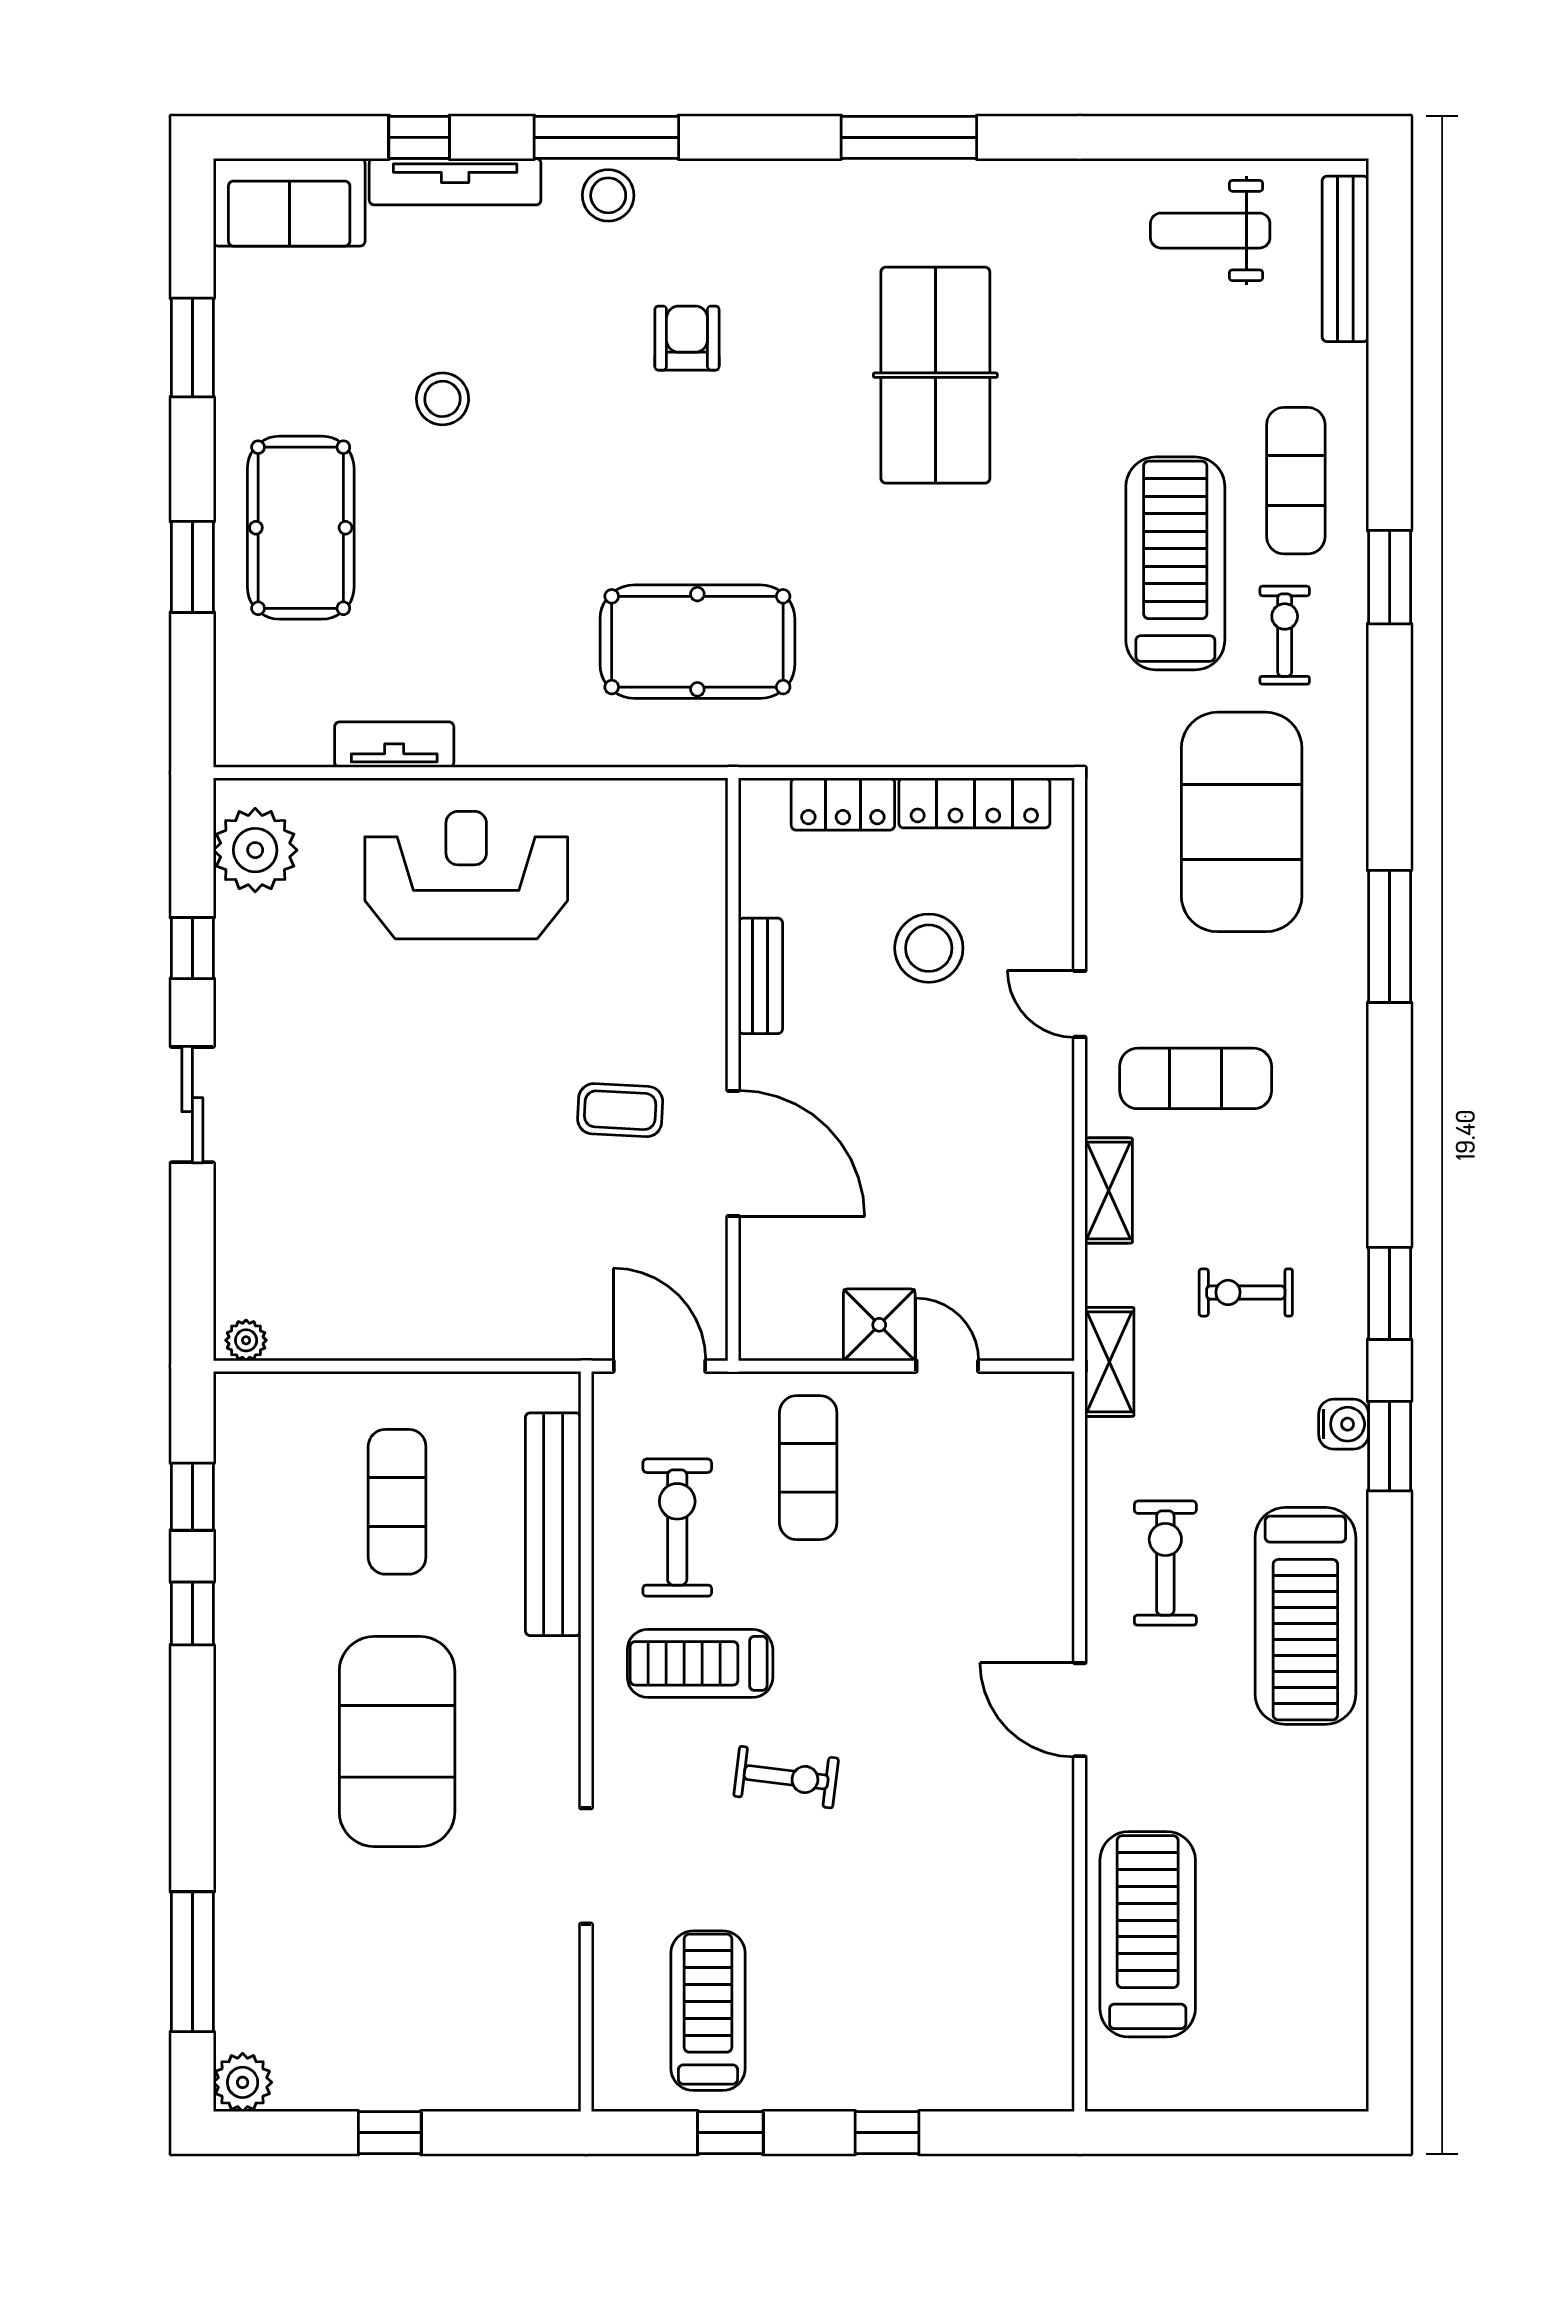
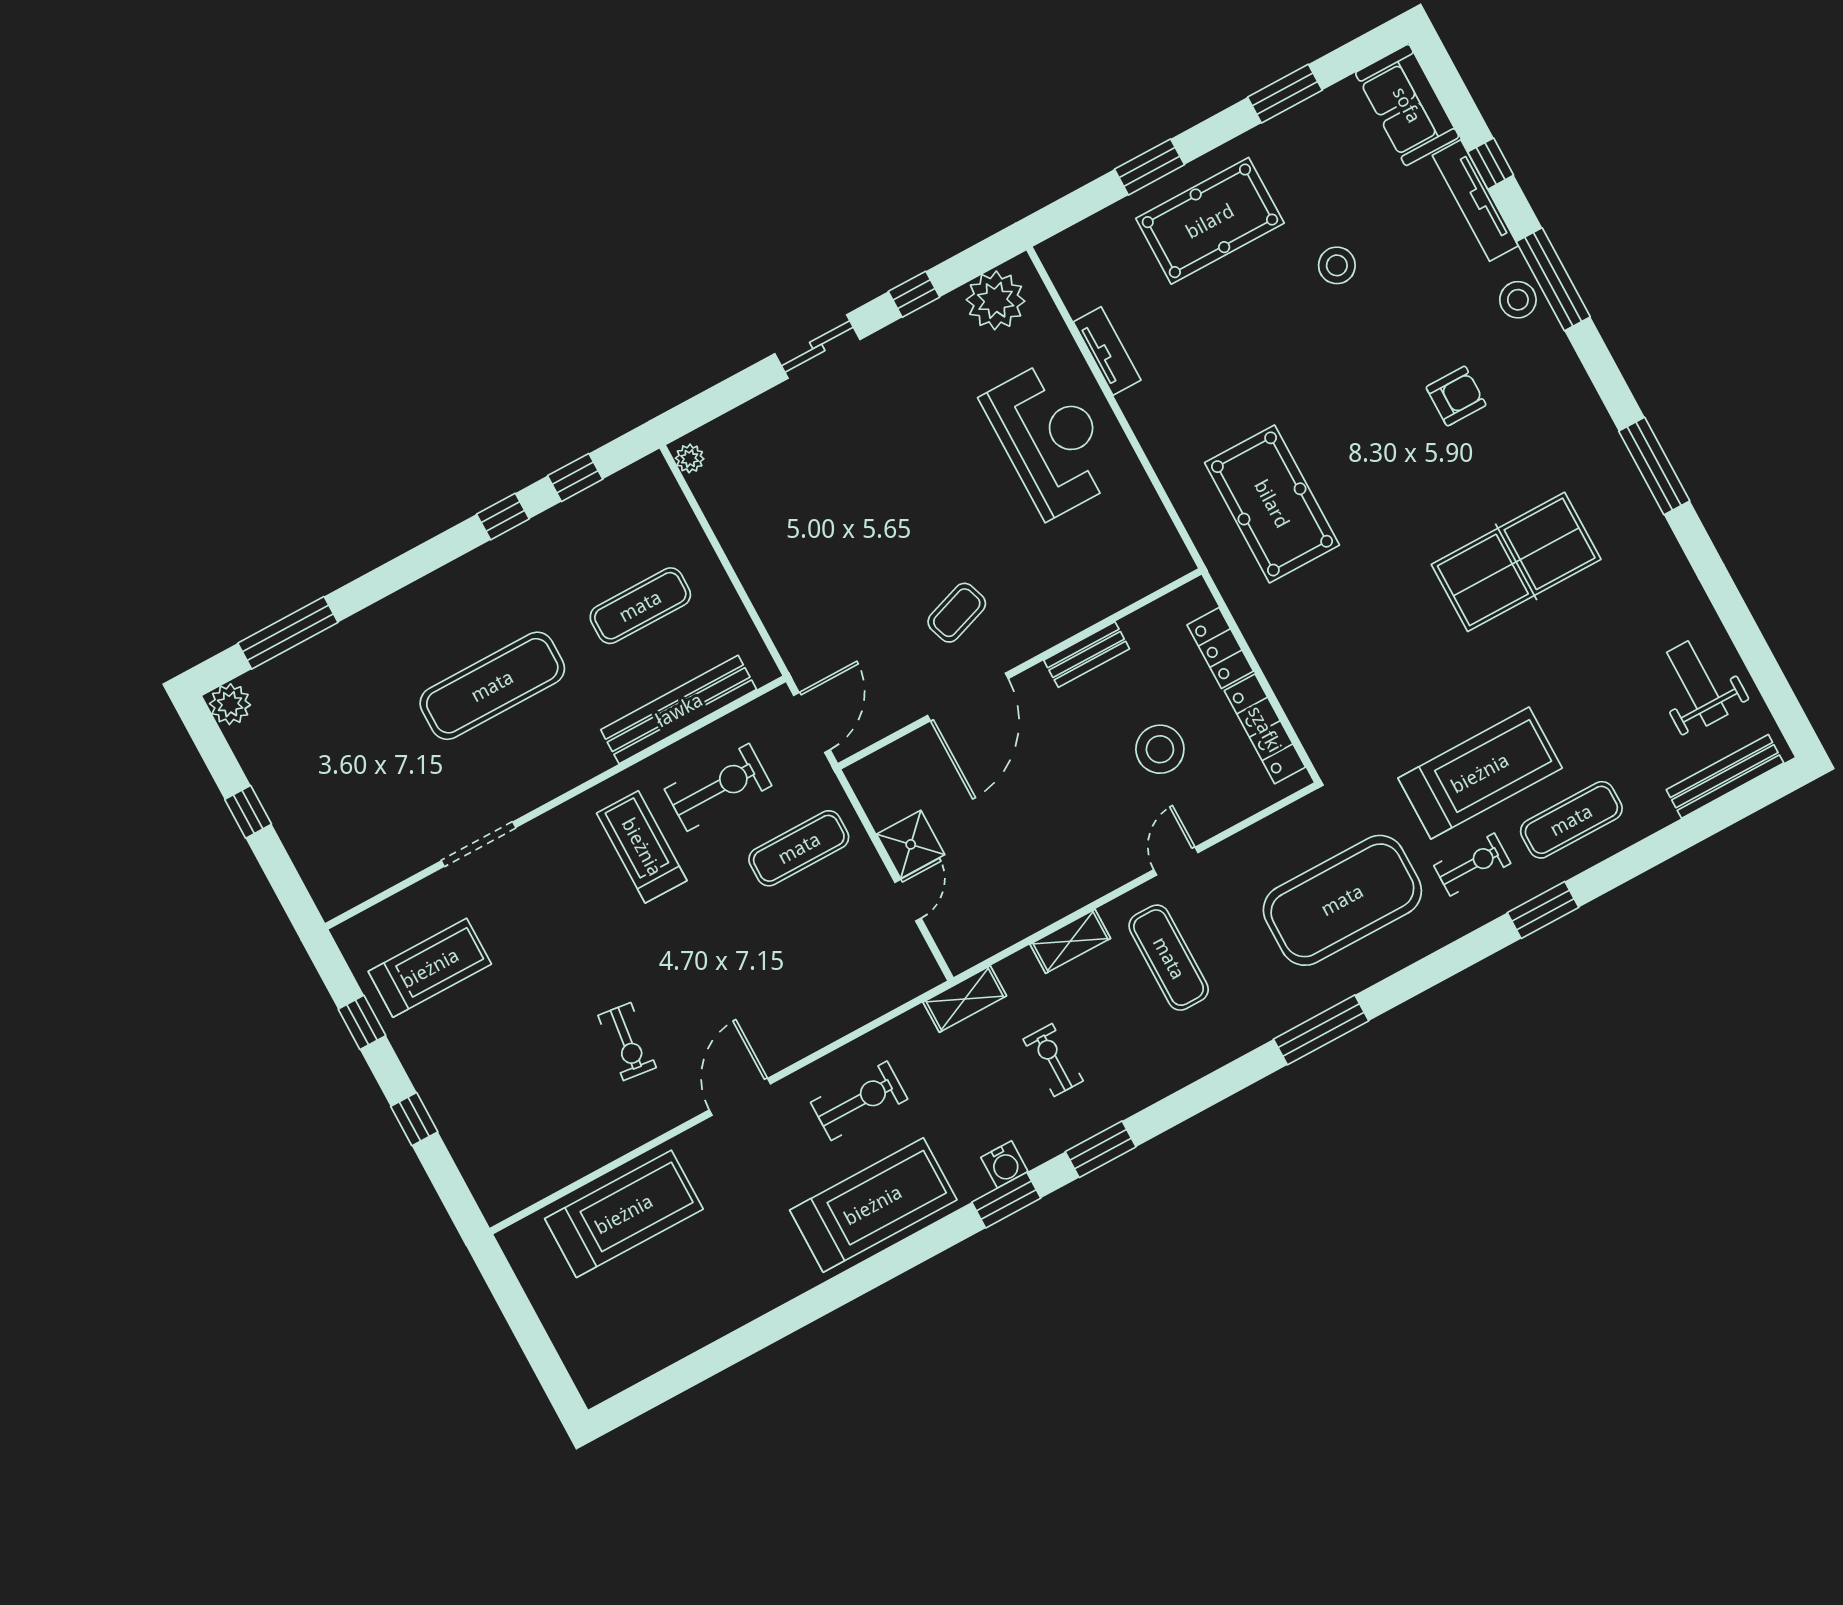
coffee table: (620, 1110) -> (957, 613), turned 68
treadmill: (1305, 1616) -> (873, 1205), turned 180
exercise mat: (397, 1741) -> (492, 686), width x0.68
exercise bike: (786, 1777) -> (627, 1042), moved

